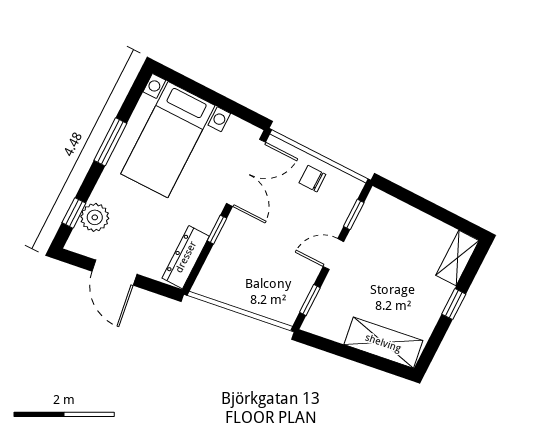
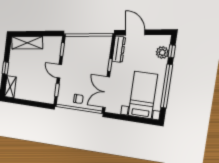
window: (110, 142) -> (167, 86), width x2.11
door: (333, 254) -> (59, 71), swing flipped
door: (114, 273) -> (135, 33), moved

